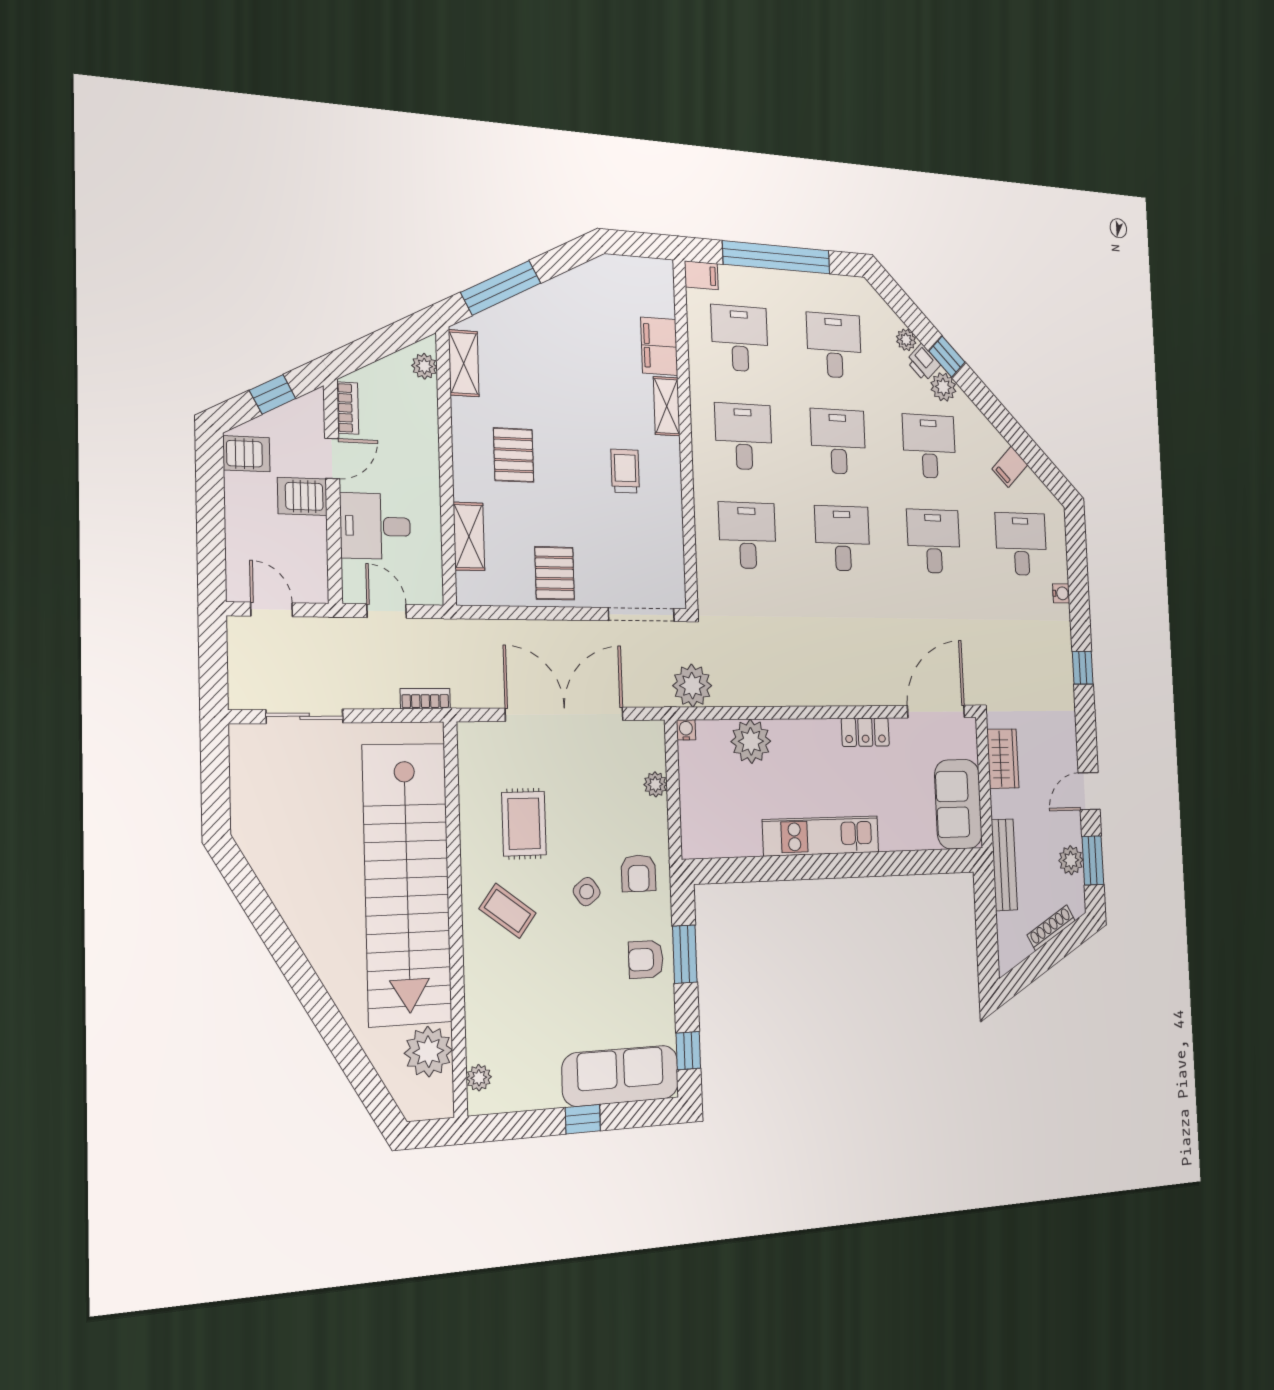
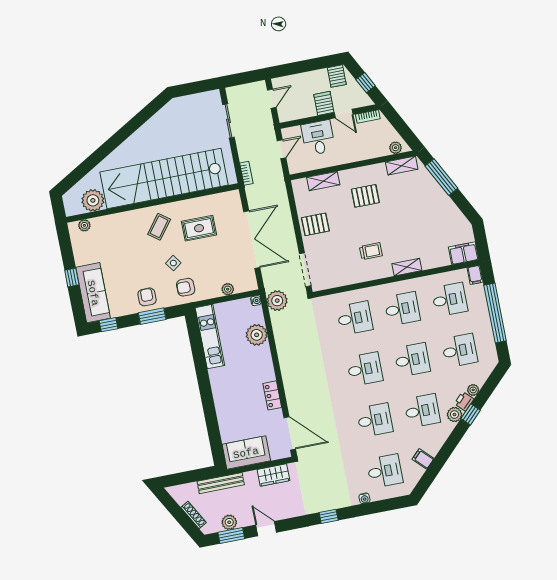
filing cabinet: (659, 346) -> (464, 253), moved
kitchen unit: (821, 836) -> (210, 337), moved

